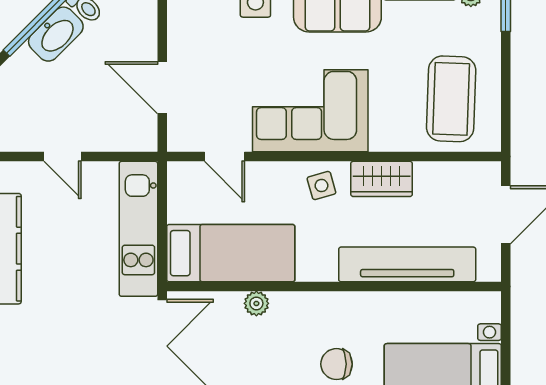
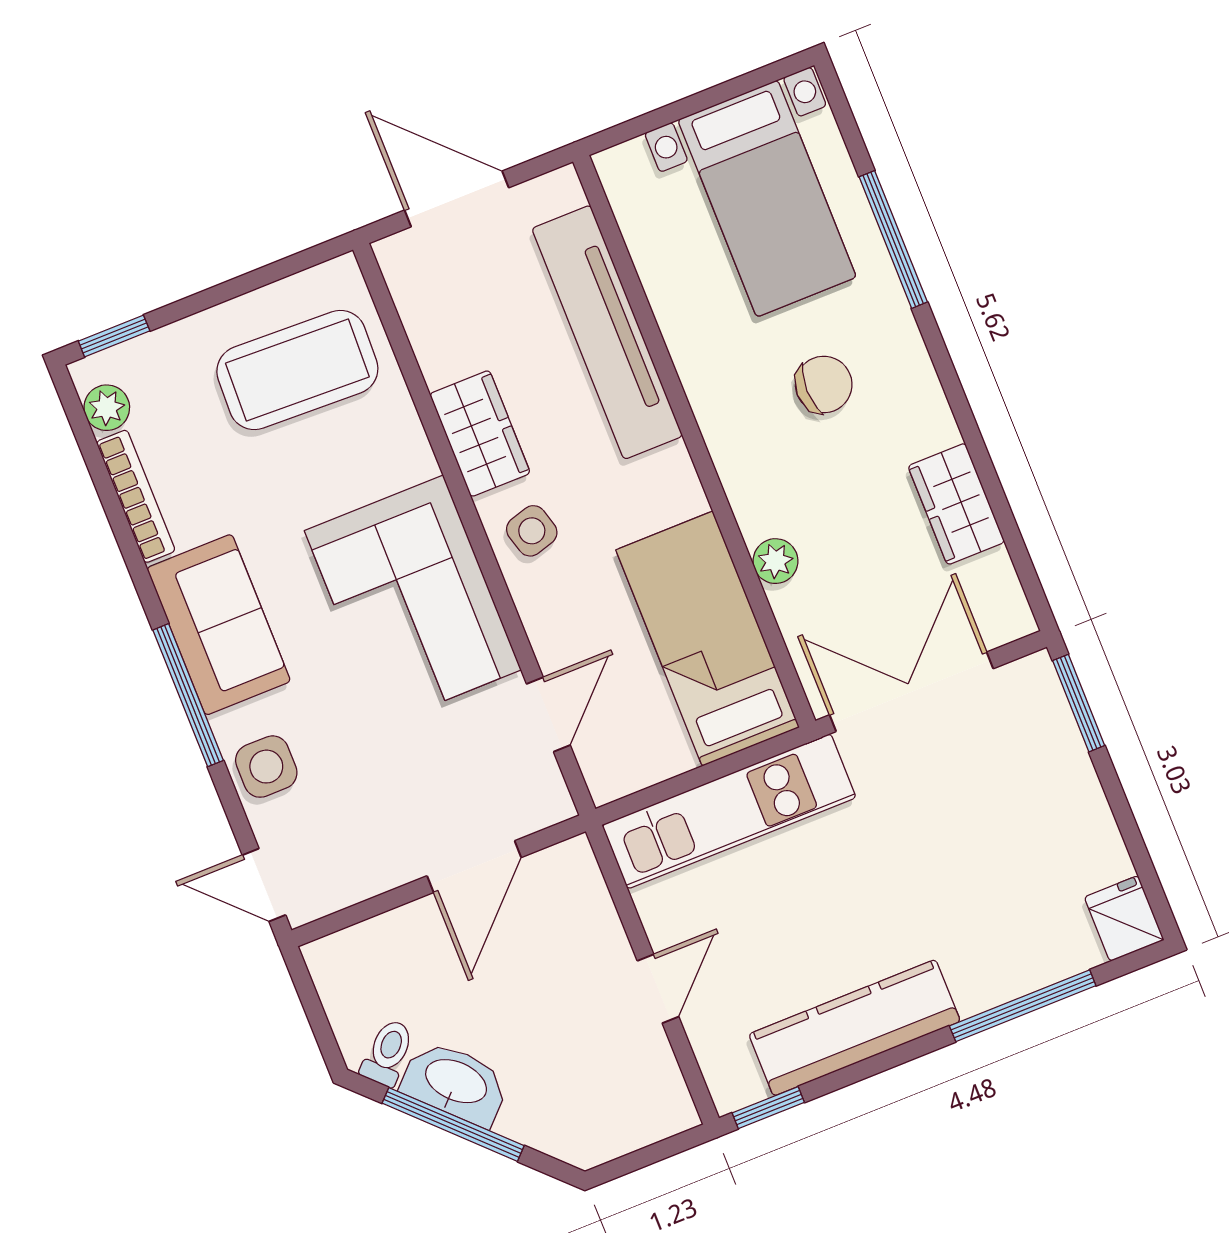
chair: (337, 364) -> (824, 385), turned -90

